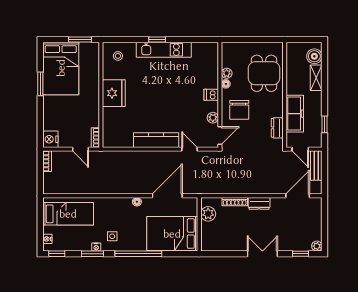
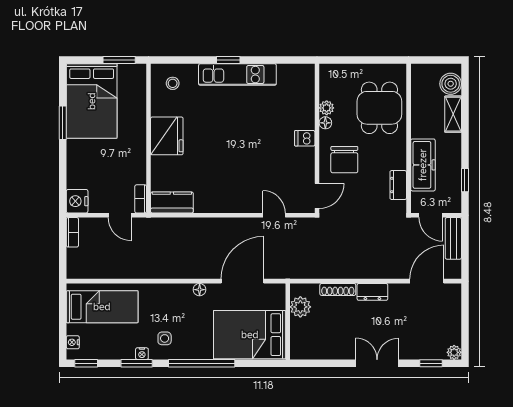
plant: (213, 118) -> (307, 171), removed
kitchen counter: (156, 140) -> (172, 202), moved, width x0.67

